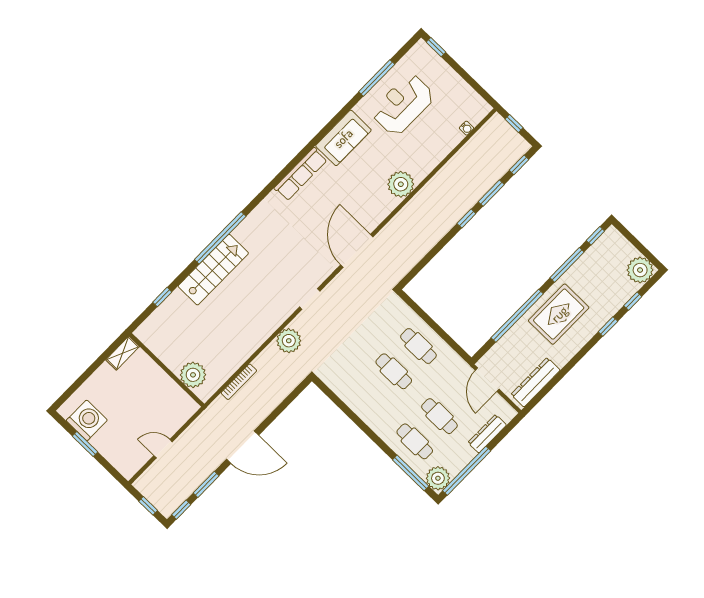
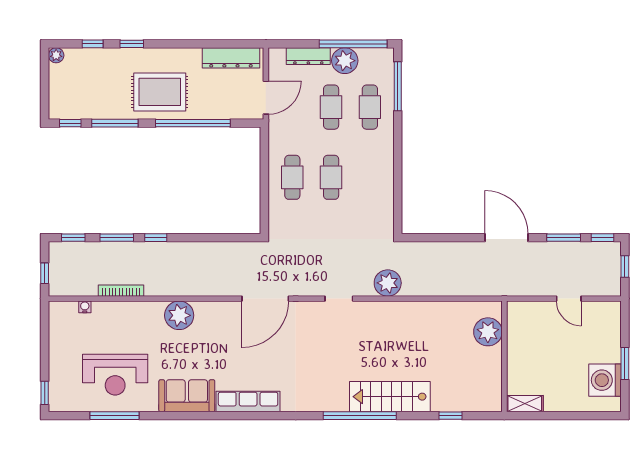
plant: (640, 270) -> (56, 55), width x0.53, depth x0.53
bookcase: (239, 382) -> (121, 291), moved
plant: (438, 478) -> (345, 61), moved

